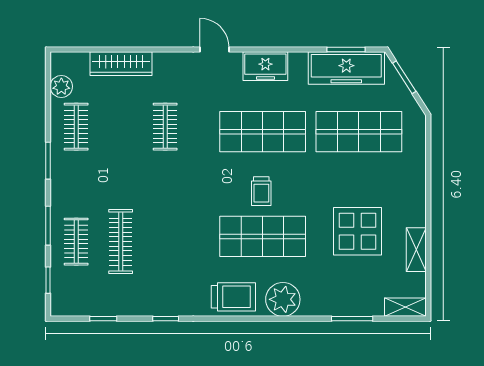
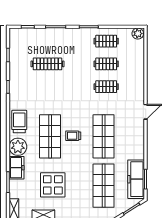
wardrobe: (121, 64) -> (138, 64), removed
freezer: (265, 66) -> (17, 168), moved, turned 180
plant: (61, 86) -> (138, 34), moved
clothes rail: (76, 242) -> (106, 64), moved
trolley: (233, 297) -> (19, 122), turned 180

